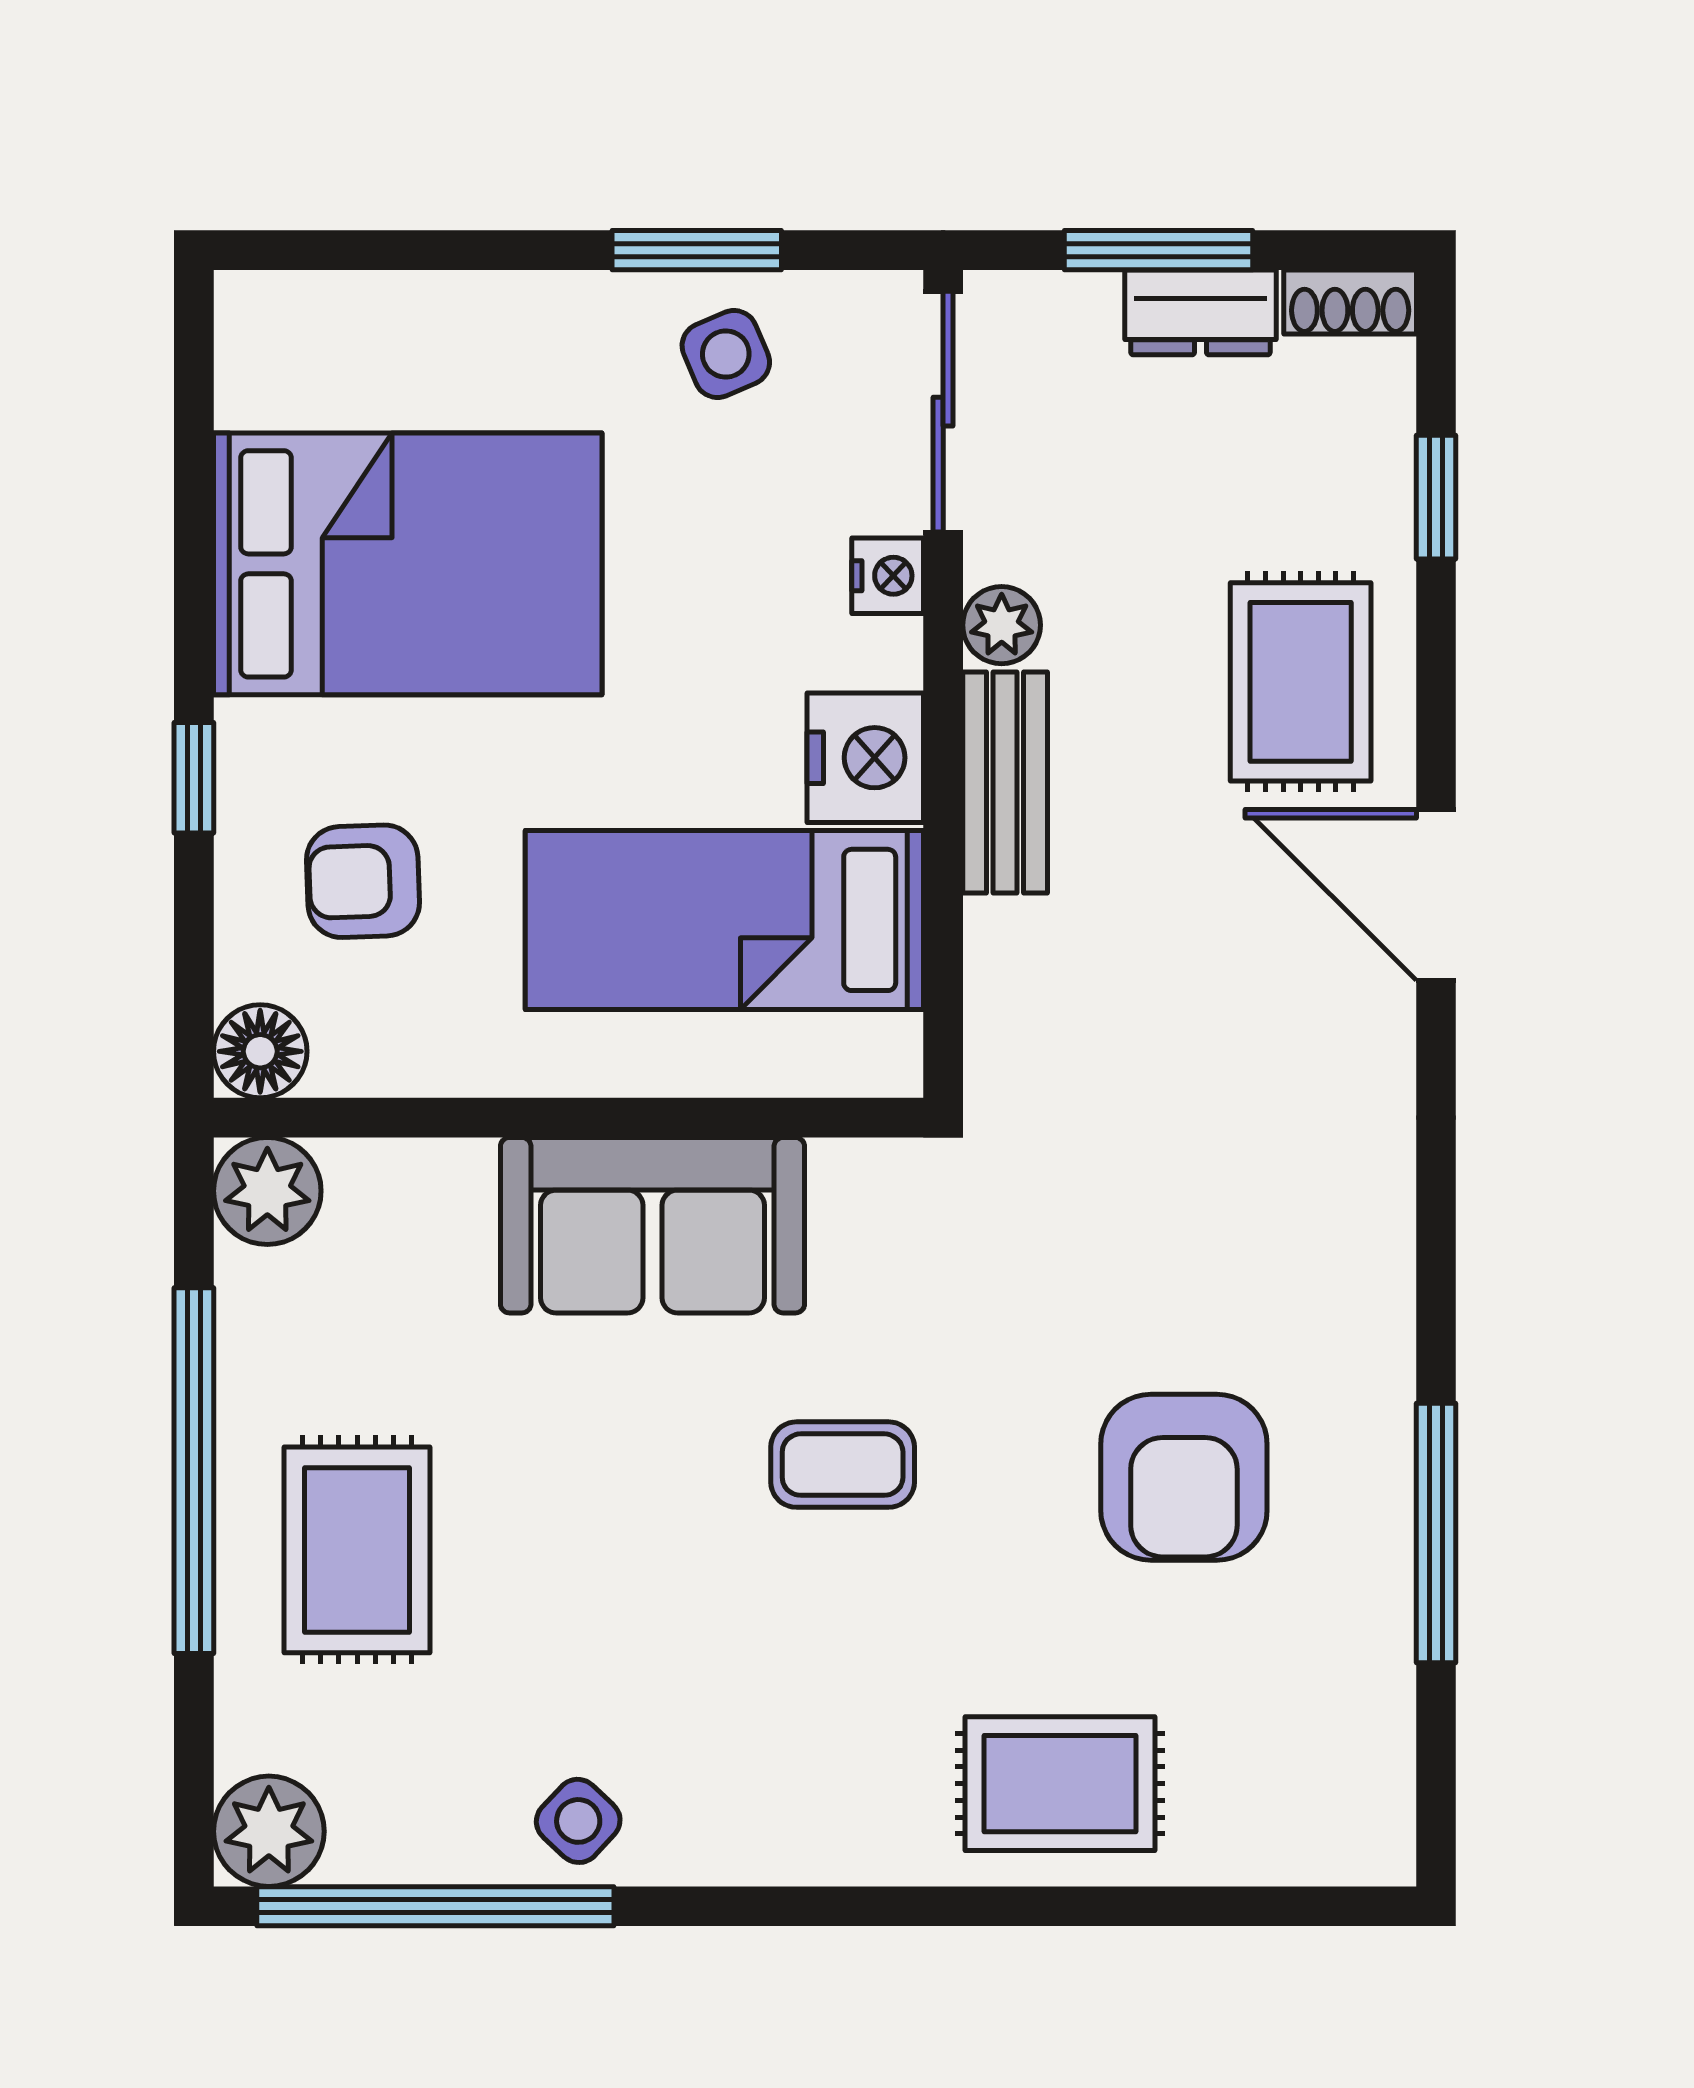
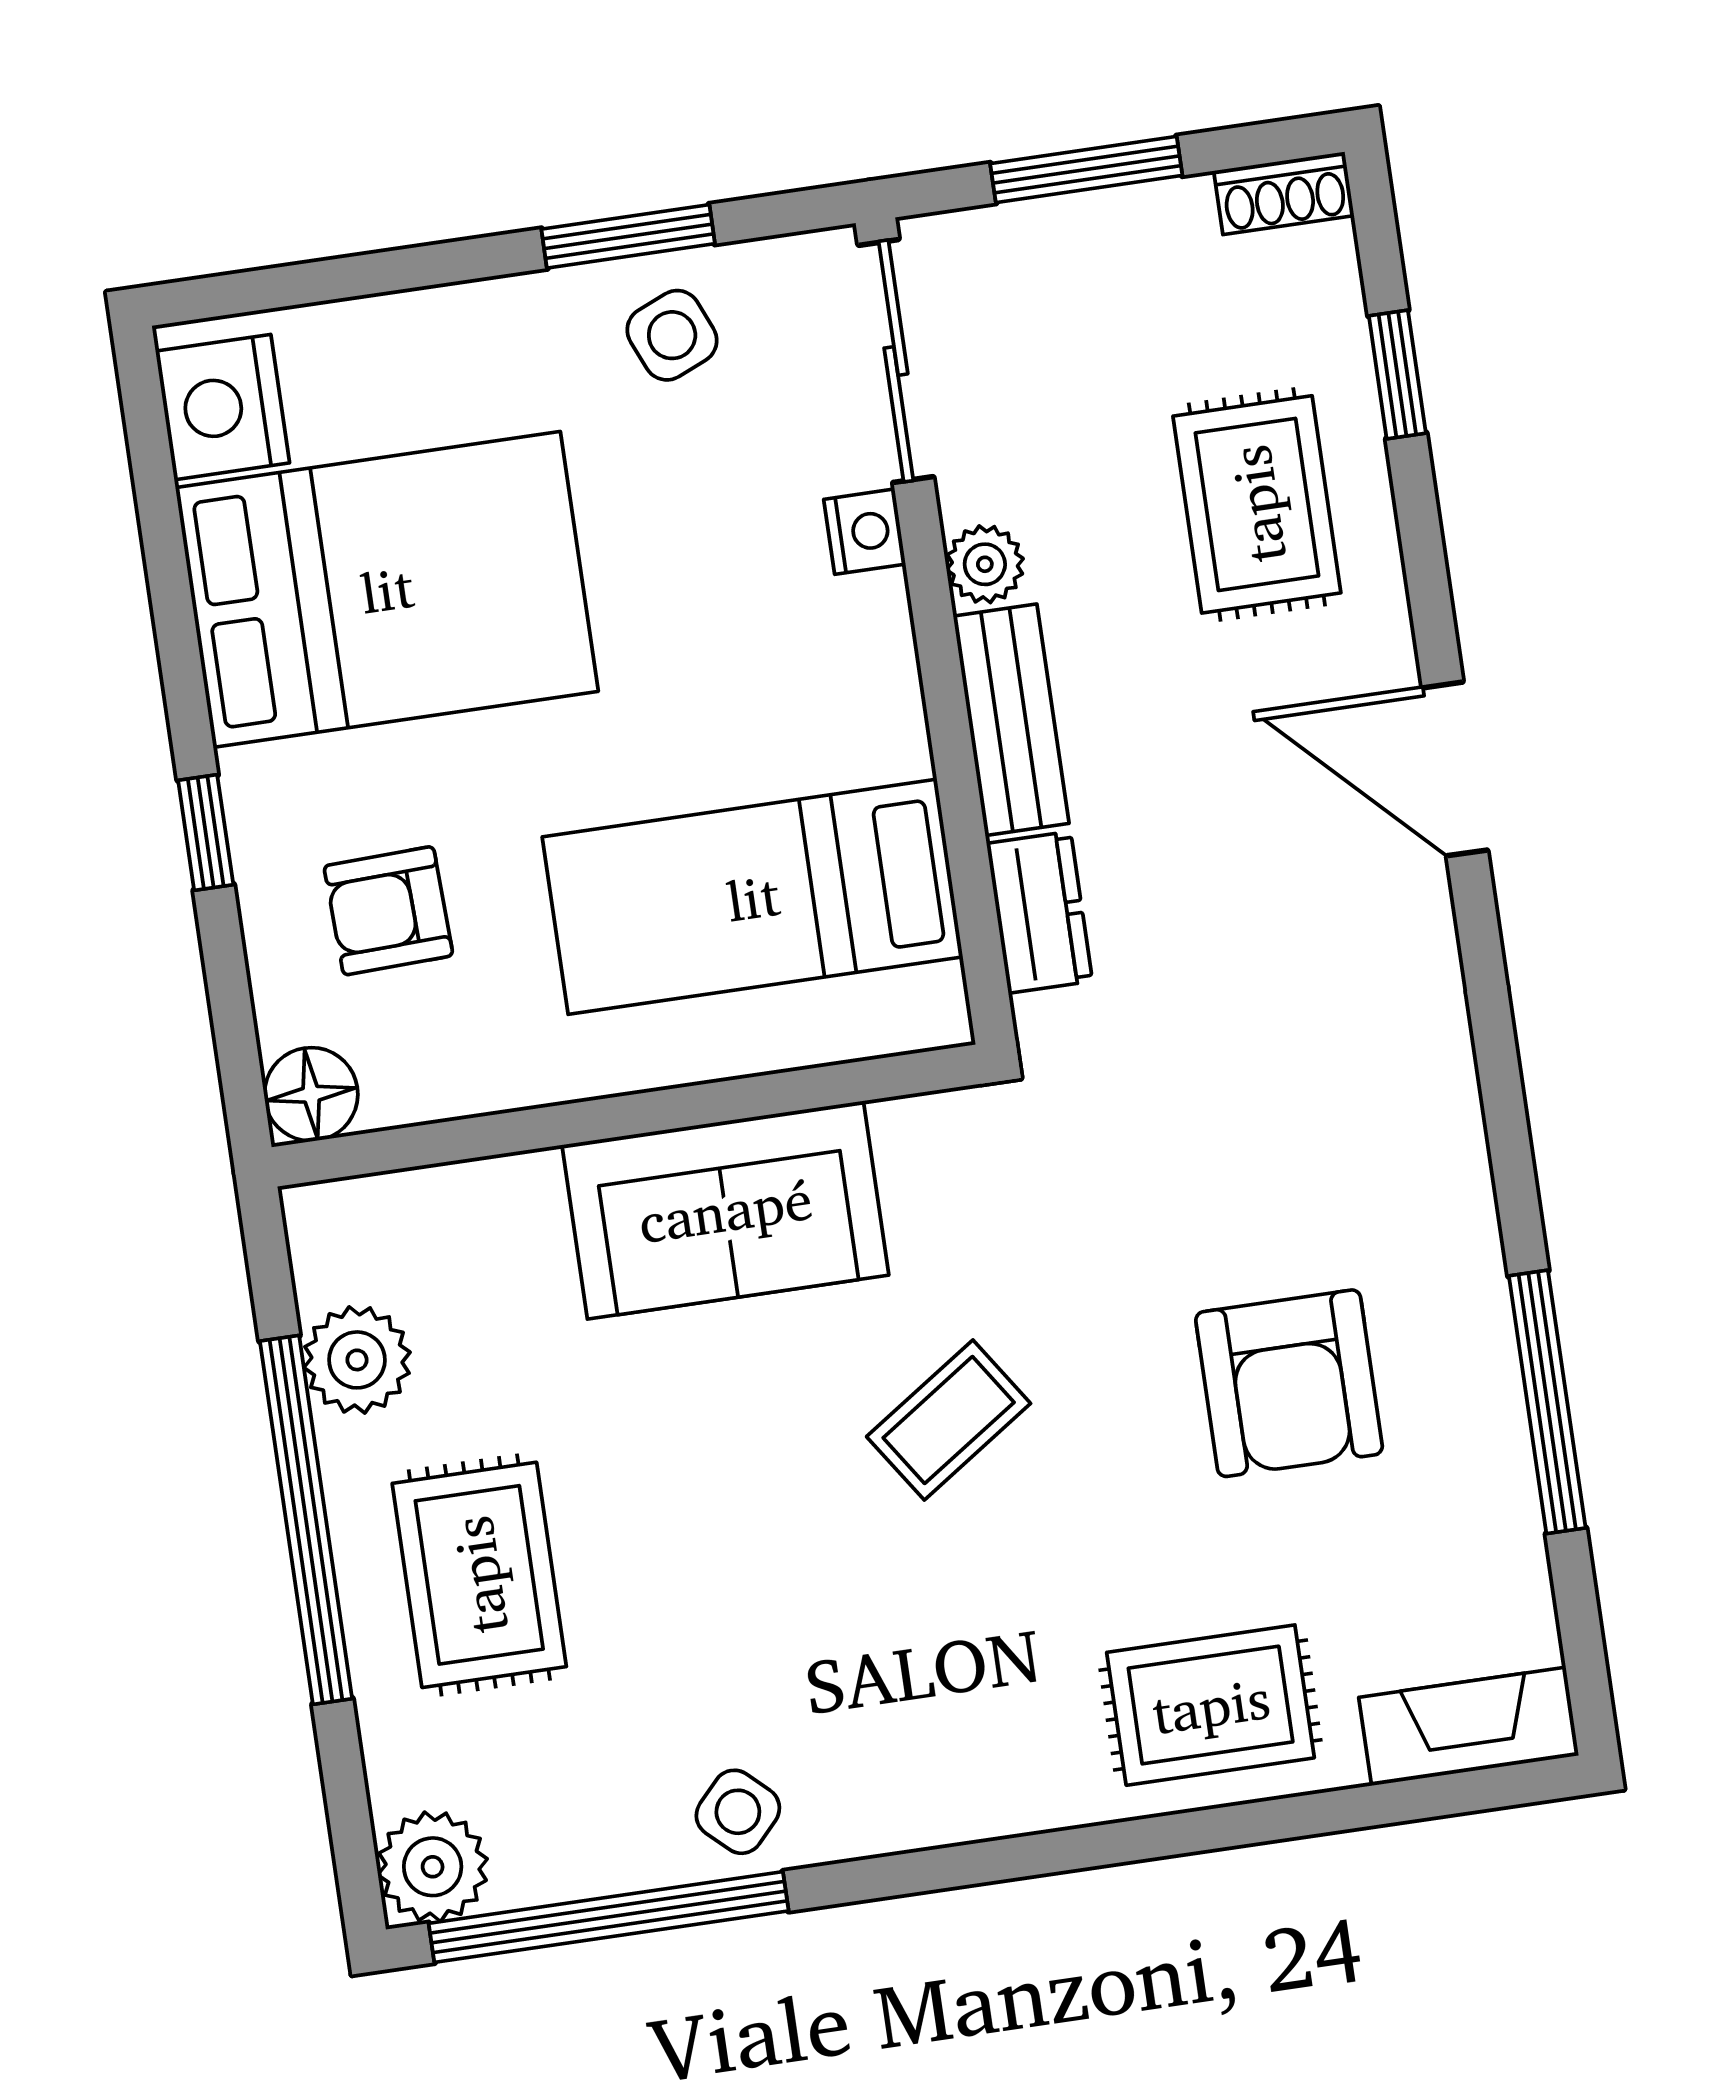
dresser: (1200, 312) -> (1039, 912), moved, turned -90
rug: (1301, 682) -> (1257, 504), moved
nightstand: (865, 758) -> (223, 407), moved, turned 180
plant: (267, 1191) -> (357, 1360), moved
coffee table: (843, 1465) -> (949, 1420), turned -34
fireplace: (1312, 1842) -> (1469, 1726), added

